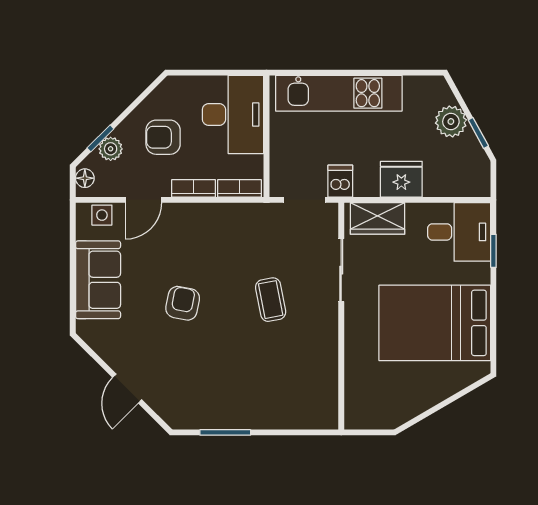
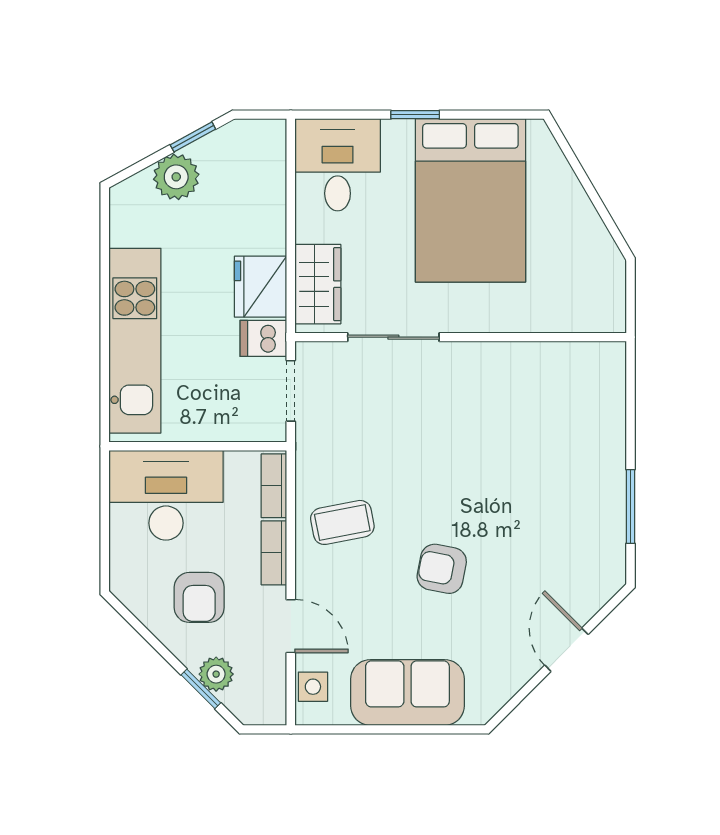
floor lamp: (85, 178) -> (259, 712), removed
fridge: (401, 179) -> (261, 287), moved
window: (493, 251) -> (415, 115), moved
coffee table: (271, 300) -> (342, 522), moved
door: (127, 389) -> (566, 650), swing flipped

